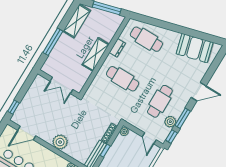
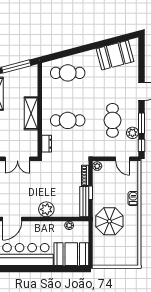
dresser: (117, 48) -> (47, 144), moved

